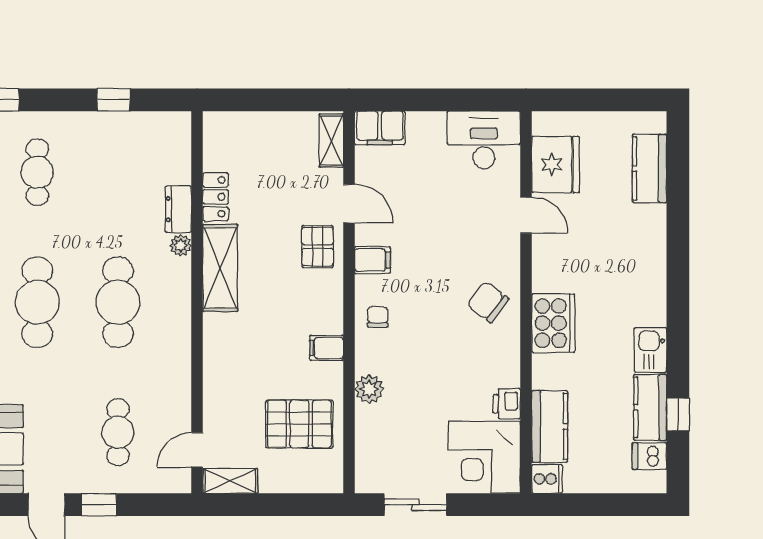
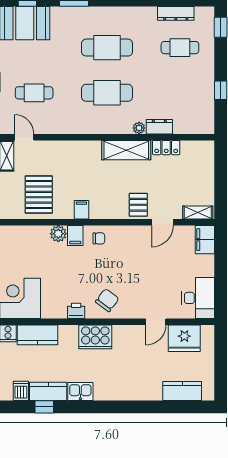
pallet: (318, 247) -> (138, 205), turned 90
filing cabinet: (372, 260) -> (75, 236), moved
printer: (507, 404) -> (76, 311), moved

